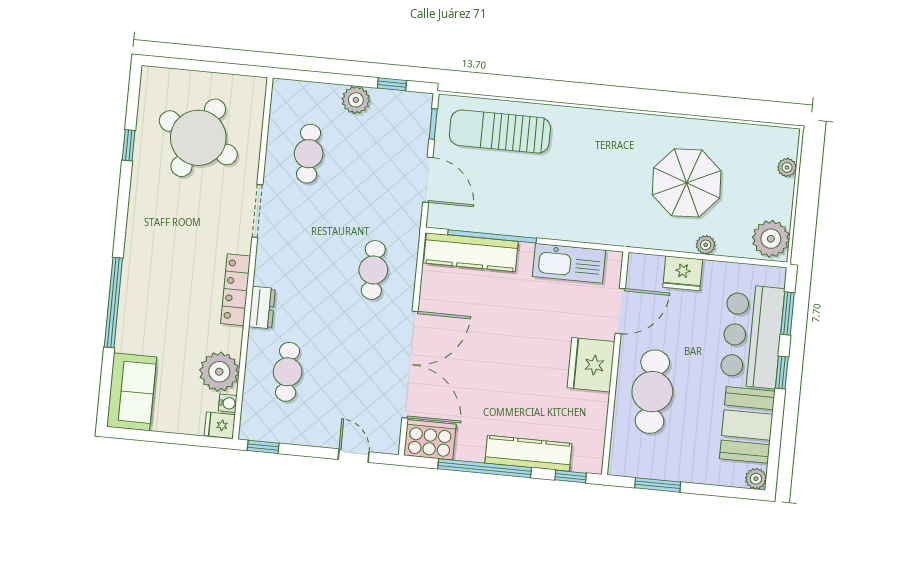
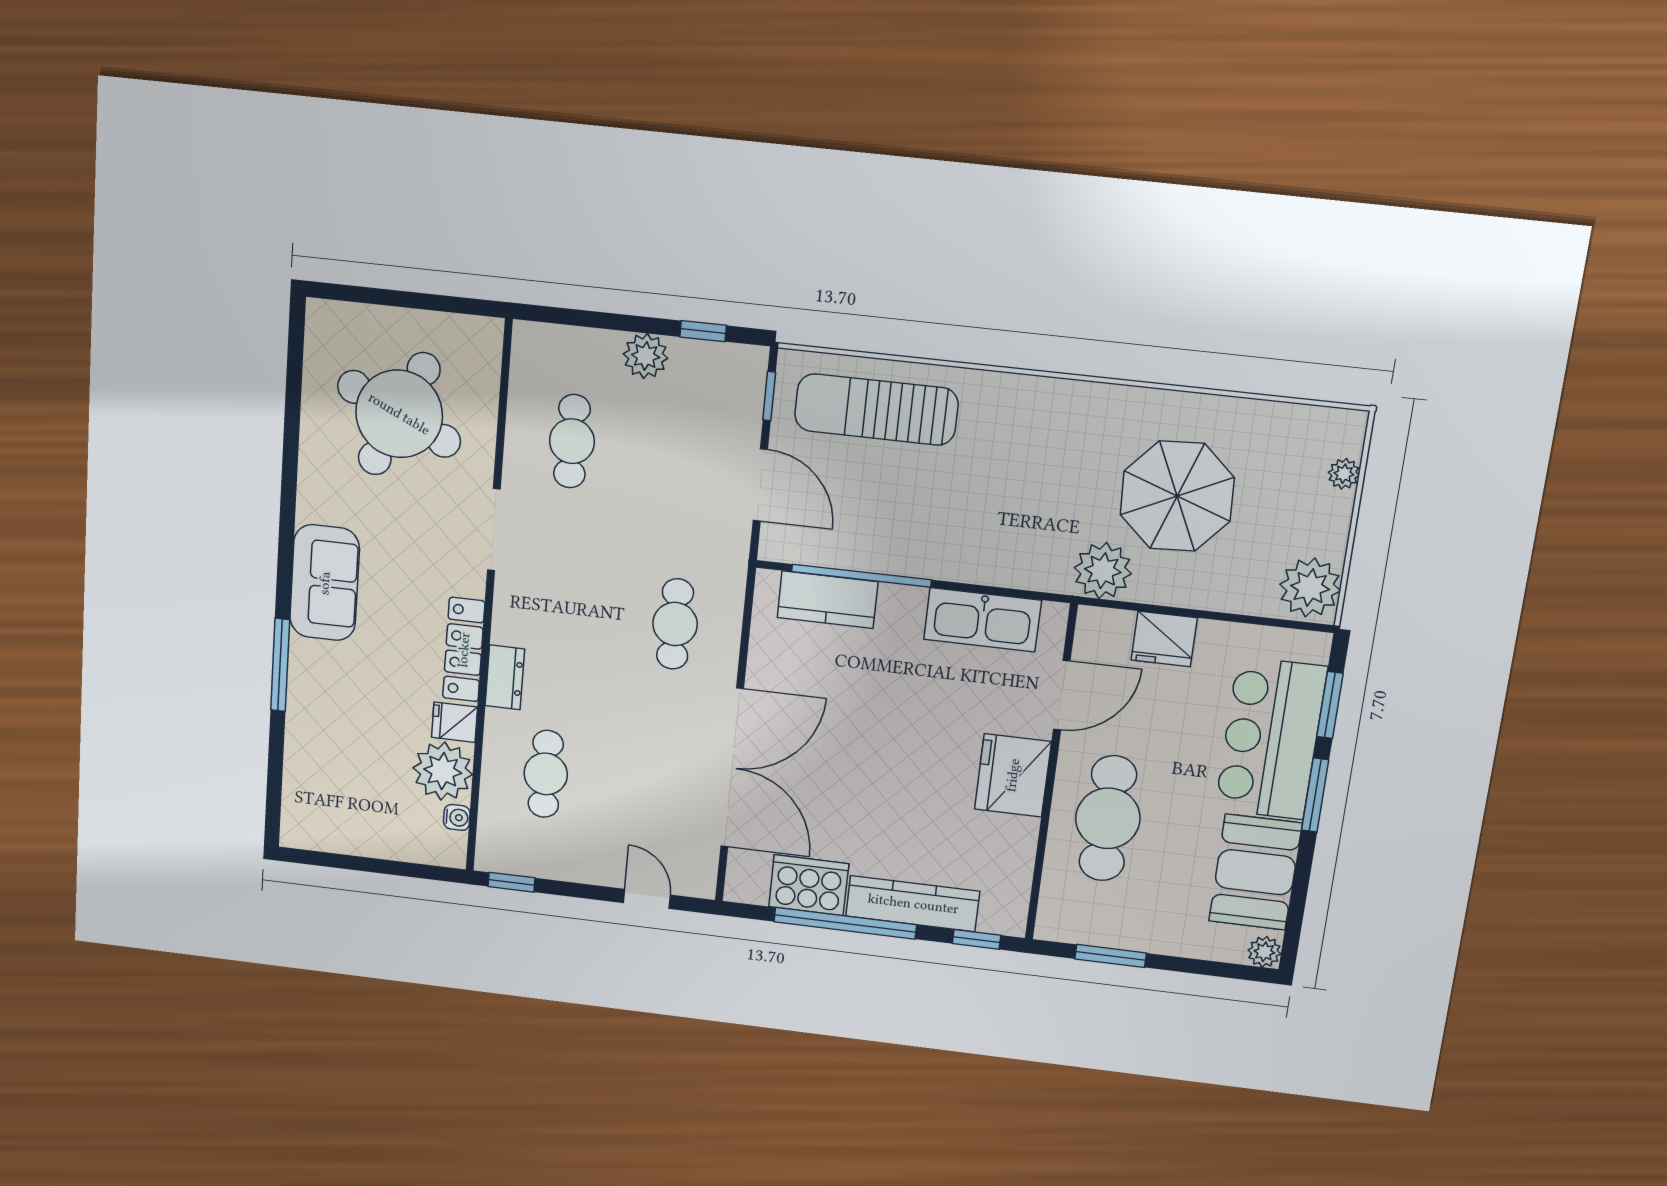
window: (129, 145) -> (292, 424), removed
plant: (706, 245) -> (1103, 571), moved, width x1.88, depth x1.88
kitchen counter: (471, 252) -> (828, 600), width x0.67
window: (113, 303) -> (280, 665), width x0.68
window: (782, 372) -> (1315, 795), width x1.50
sofa: (132, 392) -> (325, 583), moved
fridge: (220, 425) -> (455, 722), moved
cooker: (430, 440) -> (809, 885), moved

